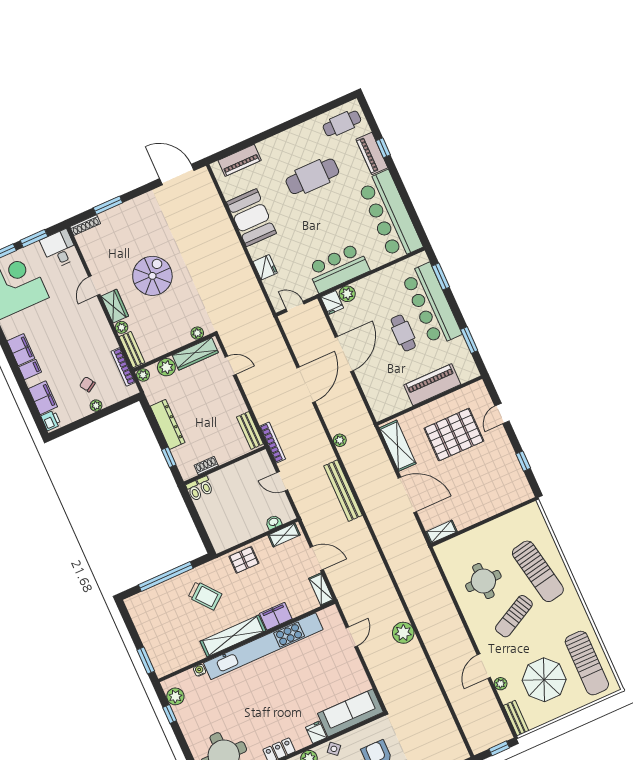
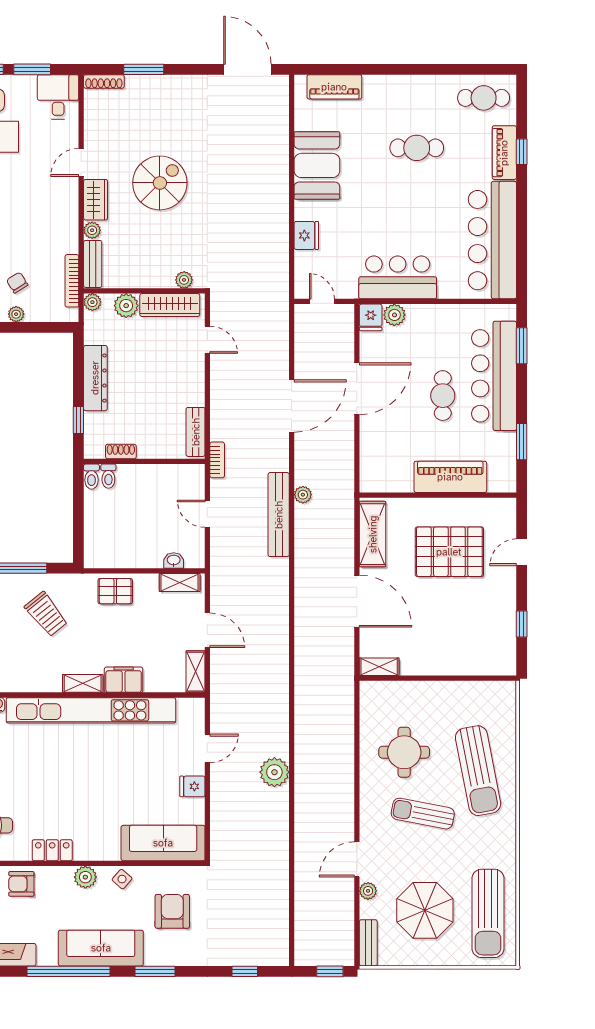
cafe table: (312, 176) -> (417, 148), width x0.73, depth x0.74
bookcase: (273, 443) -> (217, 460), width x0.64
bench: (343, 491) -> (279, 515), moved
sun lounger: (514, 616) -> (423, 814), turned 39
shelving: (233, 636) -> (83, 683), width x0.45, depth x0.75
fridge: (316, 732) -> (192, 786), moved, turned -90

